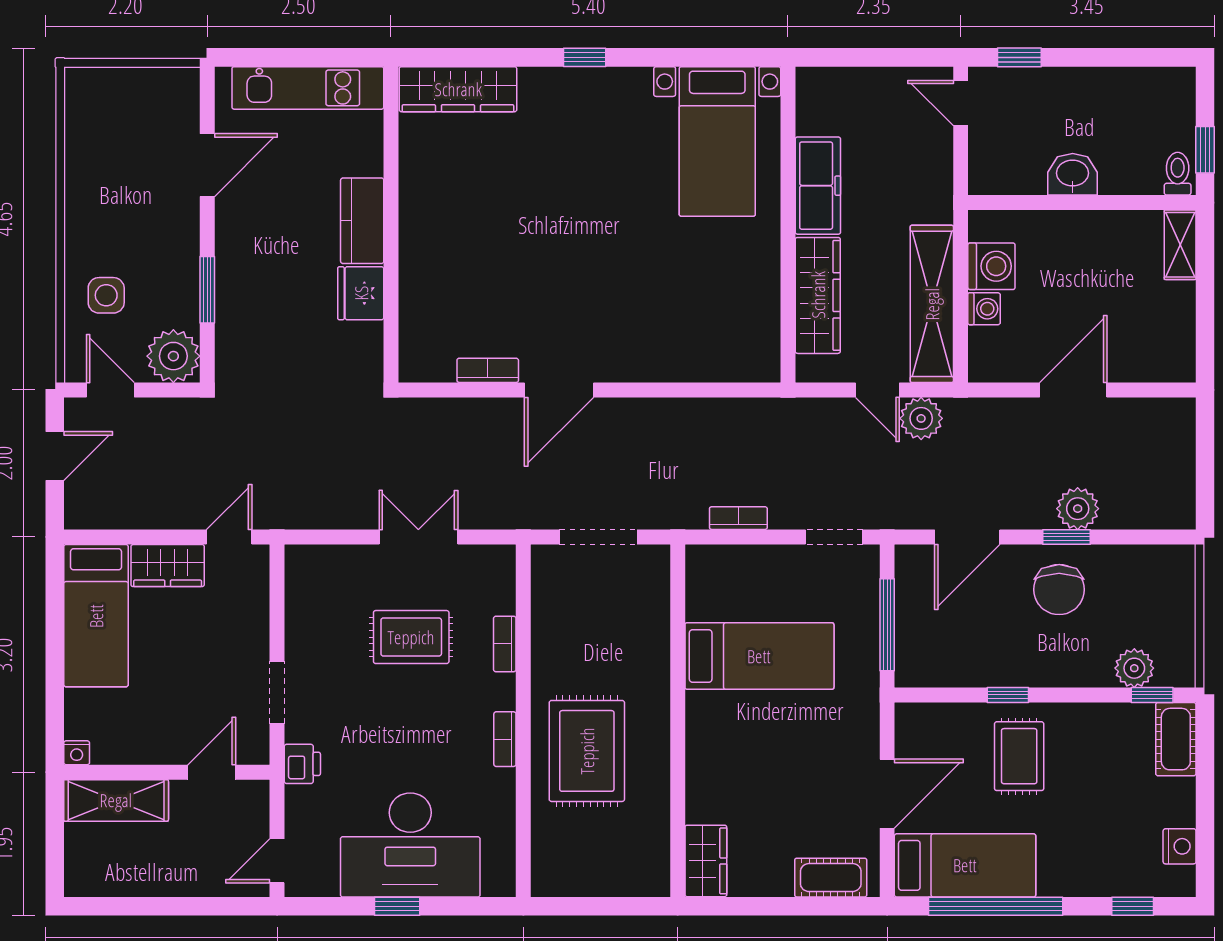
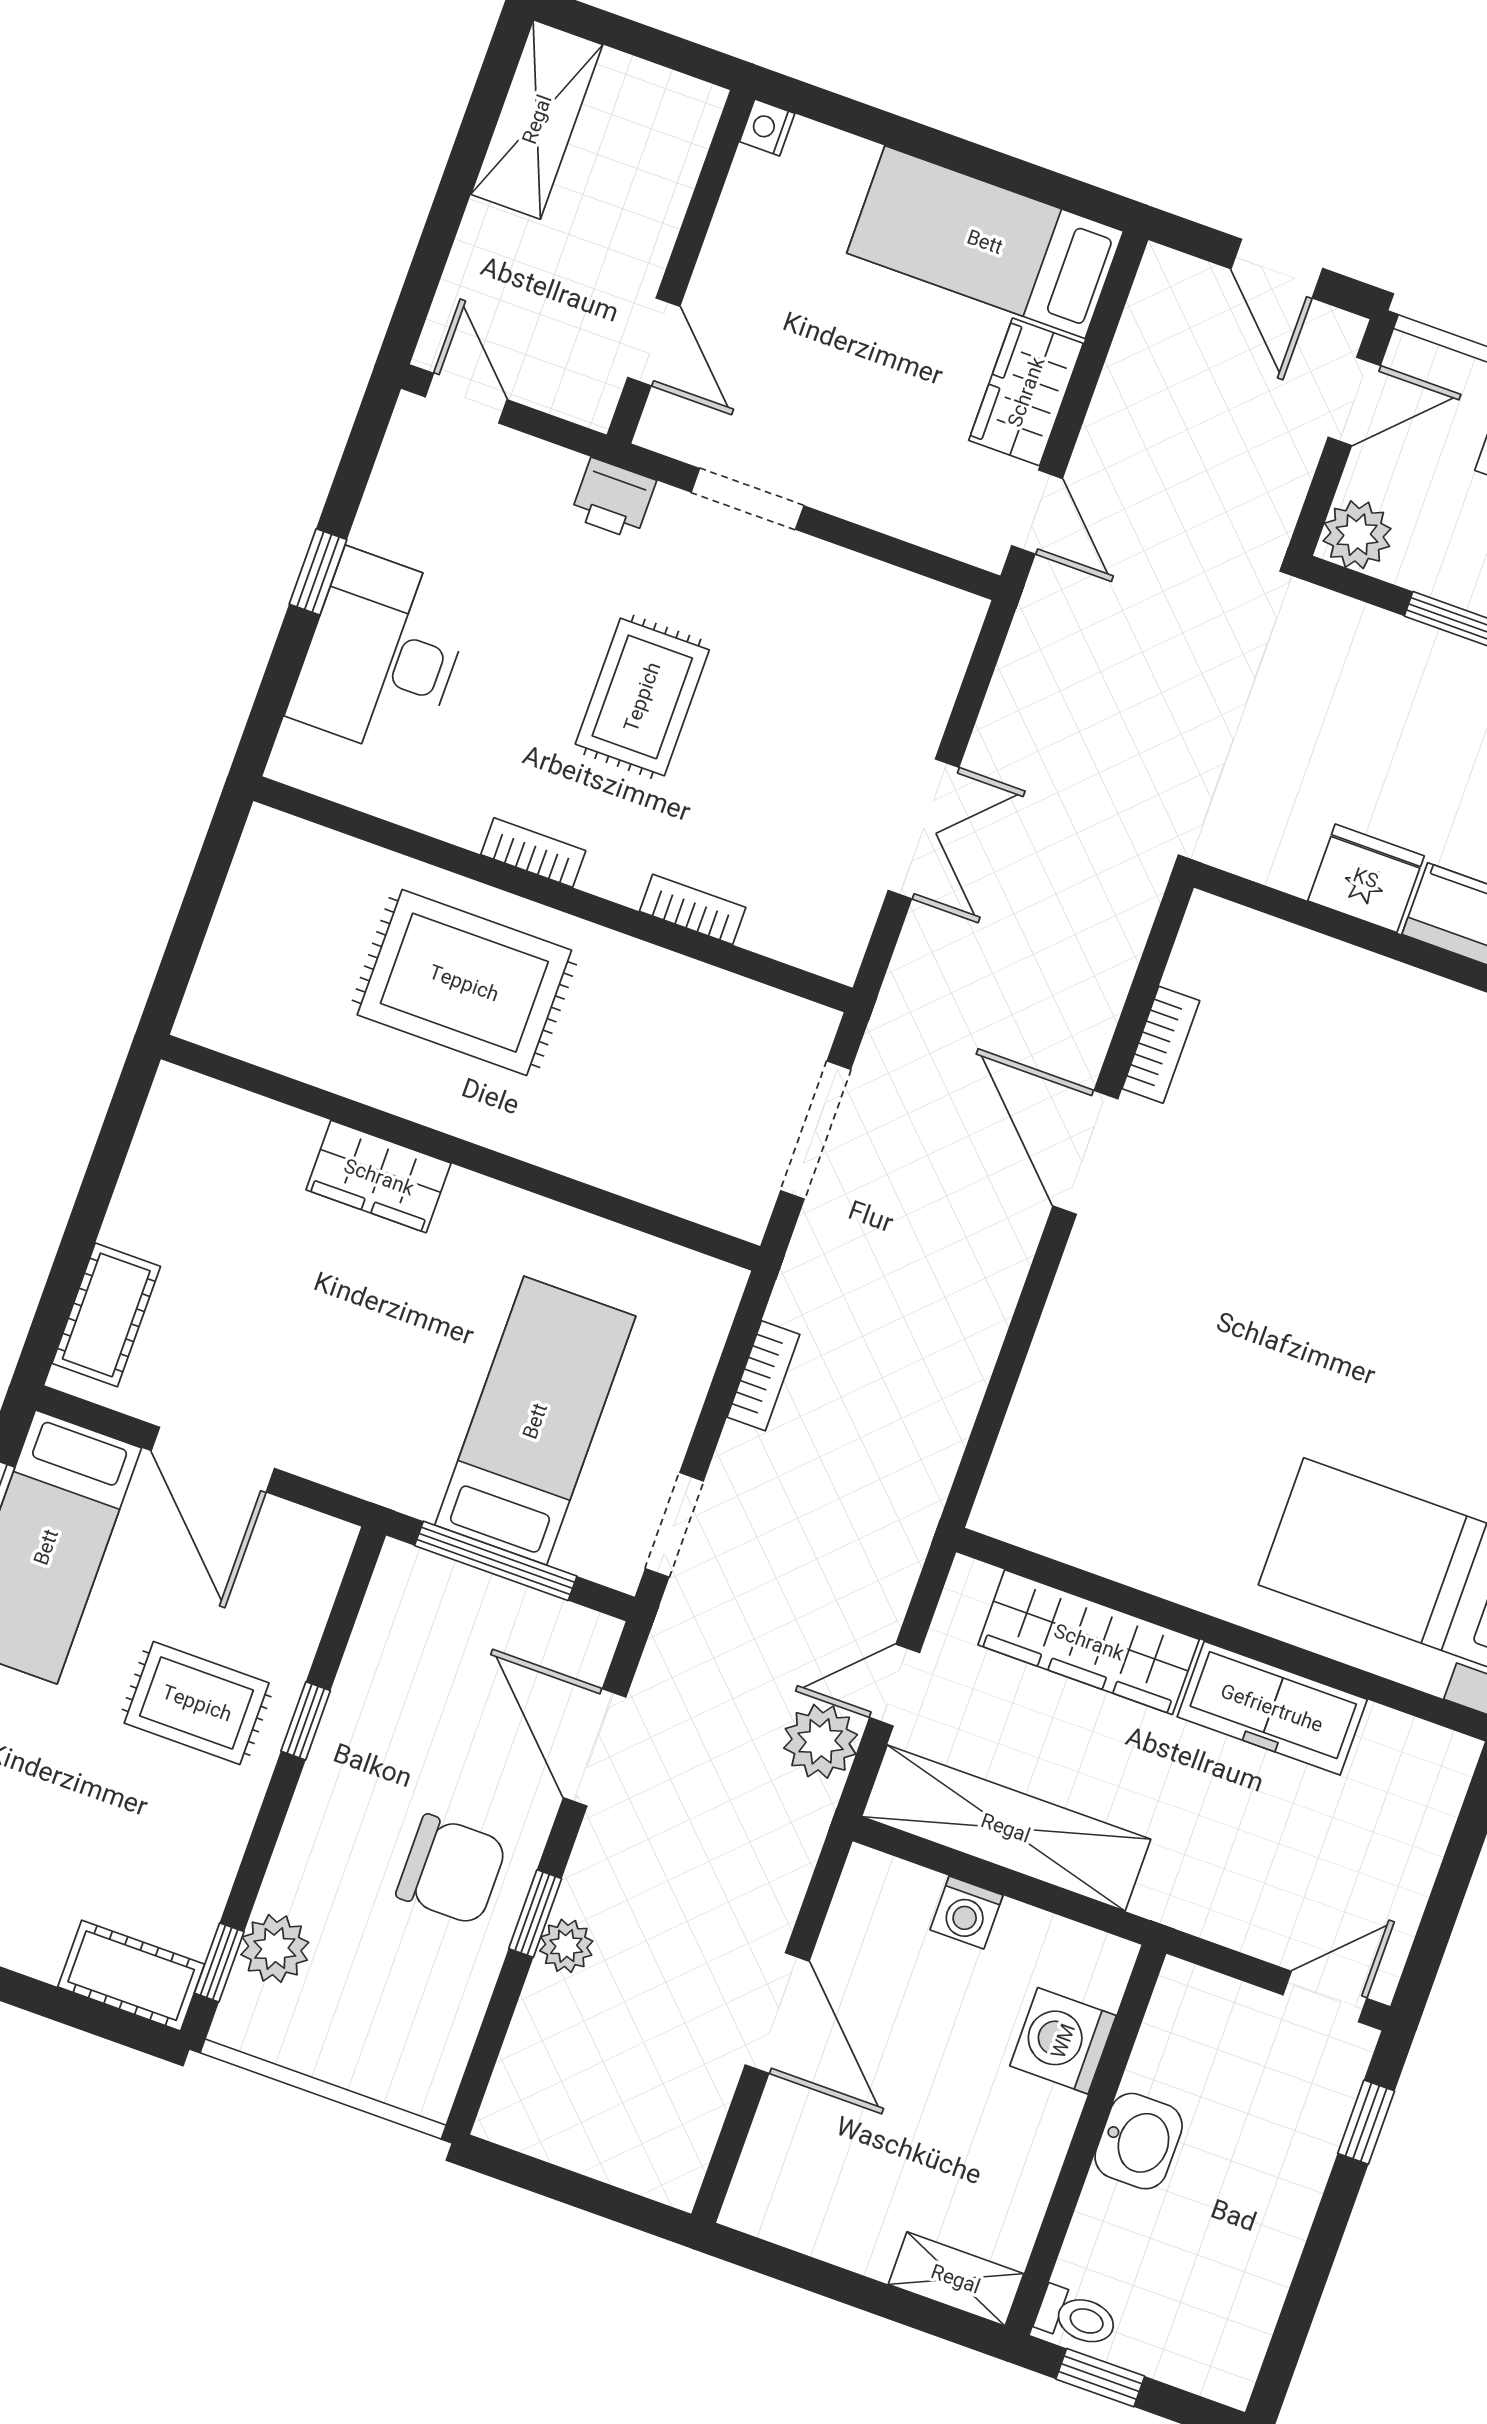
washing machine: (991, 266) -> (1063, 2041), moved, turned 90
plant: (173, 356) -> (1357, 535), width x0.73, depth x0.73
plant: (1078, 509) -> (566, 1946), width x0.73, depth x0.73
chair: (1059, 590) -> (452, 1870), turned 180
rug: (411, 637) -> (642, 697), moved
bed: (759, 656) -> (535, 1421), moved, turned 180
shelving: (116, 800) -> (537, 119), moved
desk: (410, 845) -> (382, 655), width x0.73, depth x0.77
wardrobe: (706, 861) -> (379, 1177), moved

